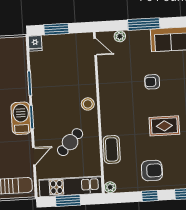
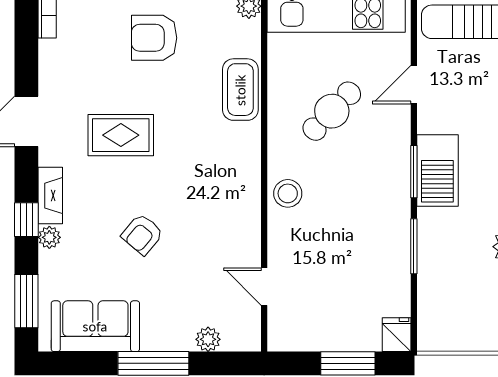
door: (95, 47) -> (264, 287), moved
armchair: (152, 82) -> (142, 234), turned 130

